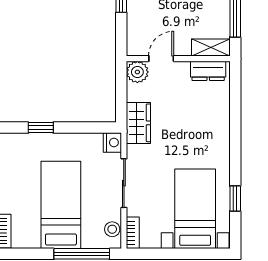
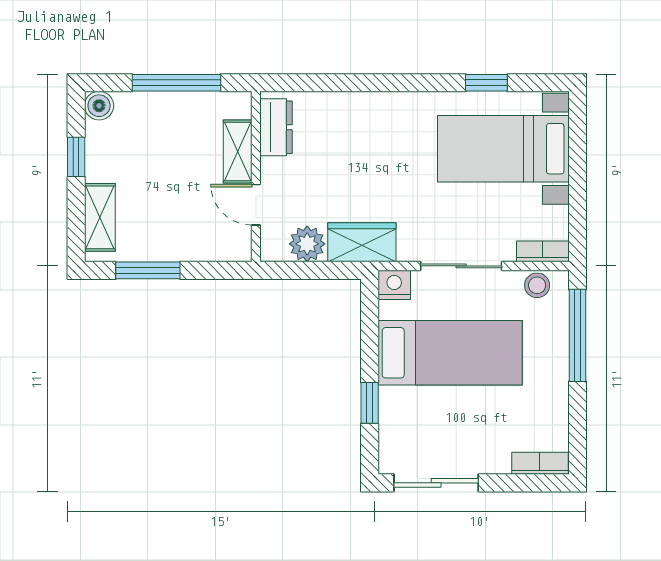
shelving: (211, 47) -> (238, 152), moved
plant: (137, 72) -> (307, 244), moved
bed: (61, 205) -> (450, 353), moved, turned 180

